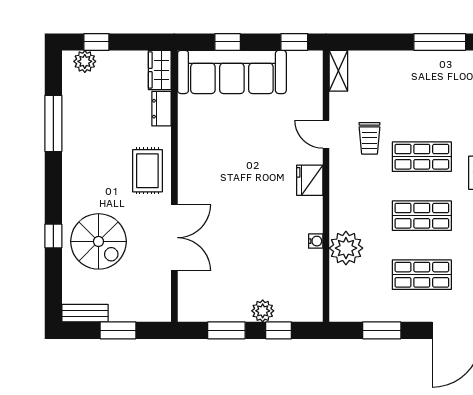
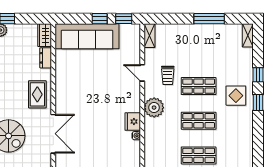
window: (228, 42) -> (100, 19), moved
fridge: (310, 180) -> (133, 122), moved
plant: (346, 248) -> (154, 108), moved

